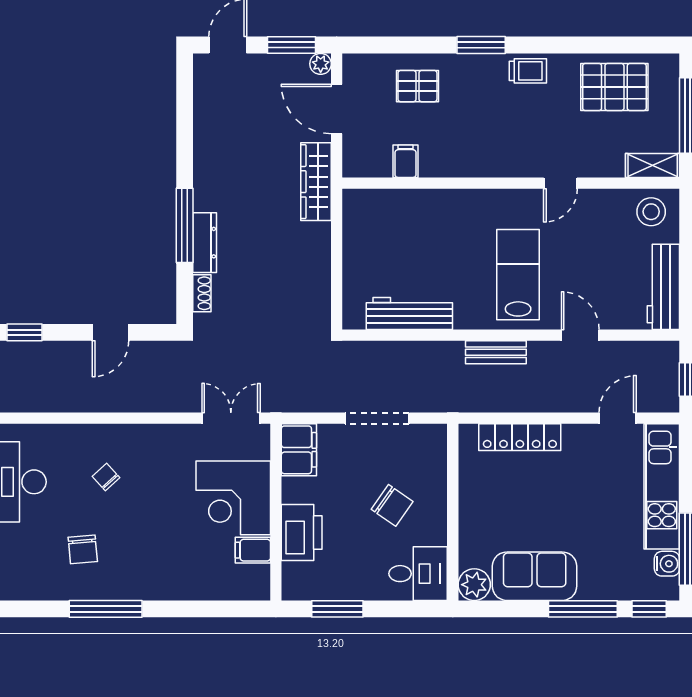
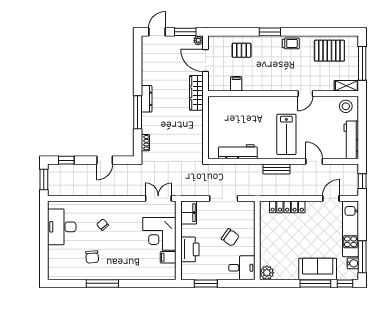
dresser: (205, 243) -> (147, 99), moved
lab bench: (518, 275) -> (286, 134), turned 180
sofa: (535, 576) -> (318, 269), moved

